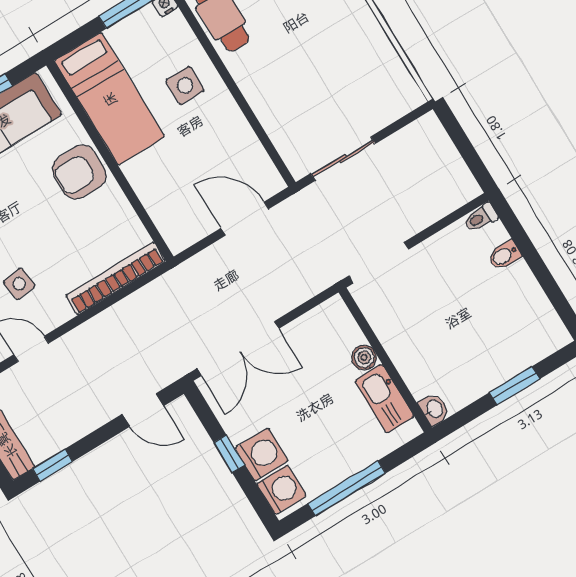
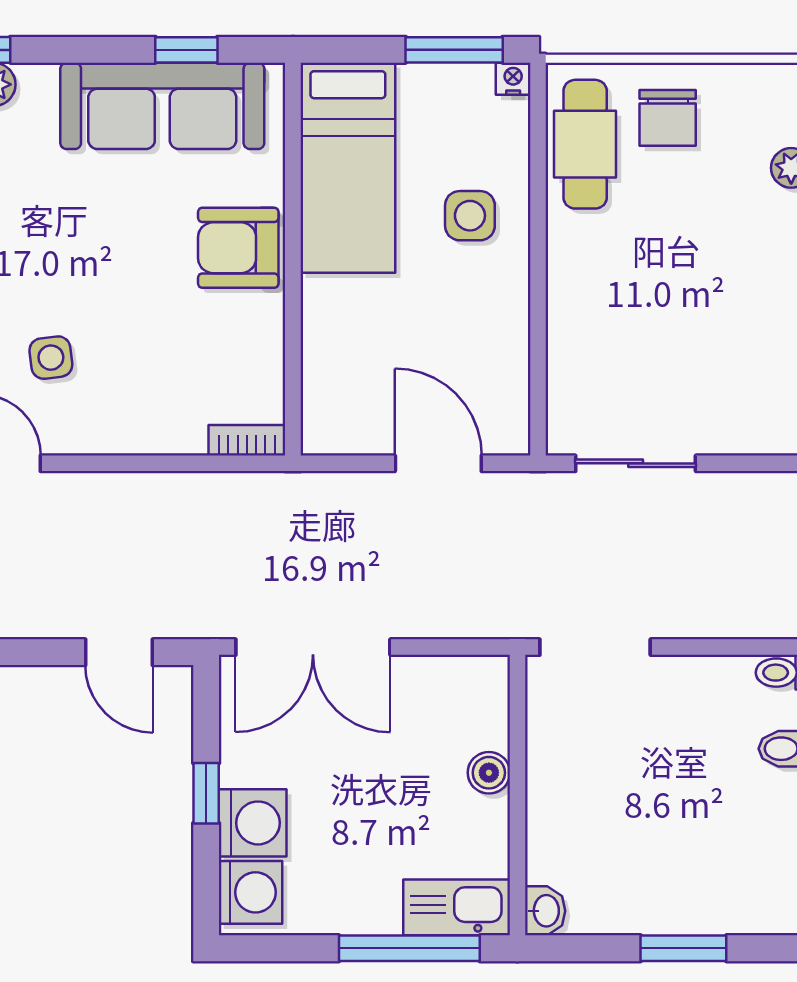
bookcase: (116, 278) -> (247, 440), width x0.43, depth x0.76
kitchen sink: (384, 399) -> (457, 907), moved, turned 90
window: (347, 488) -> (409, 948), moved

